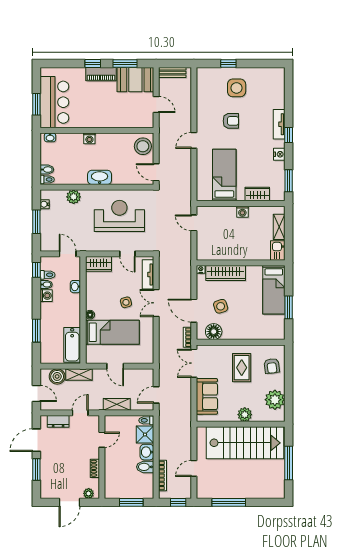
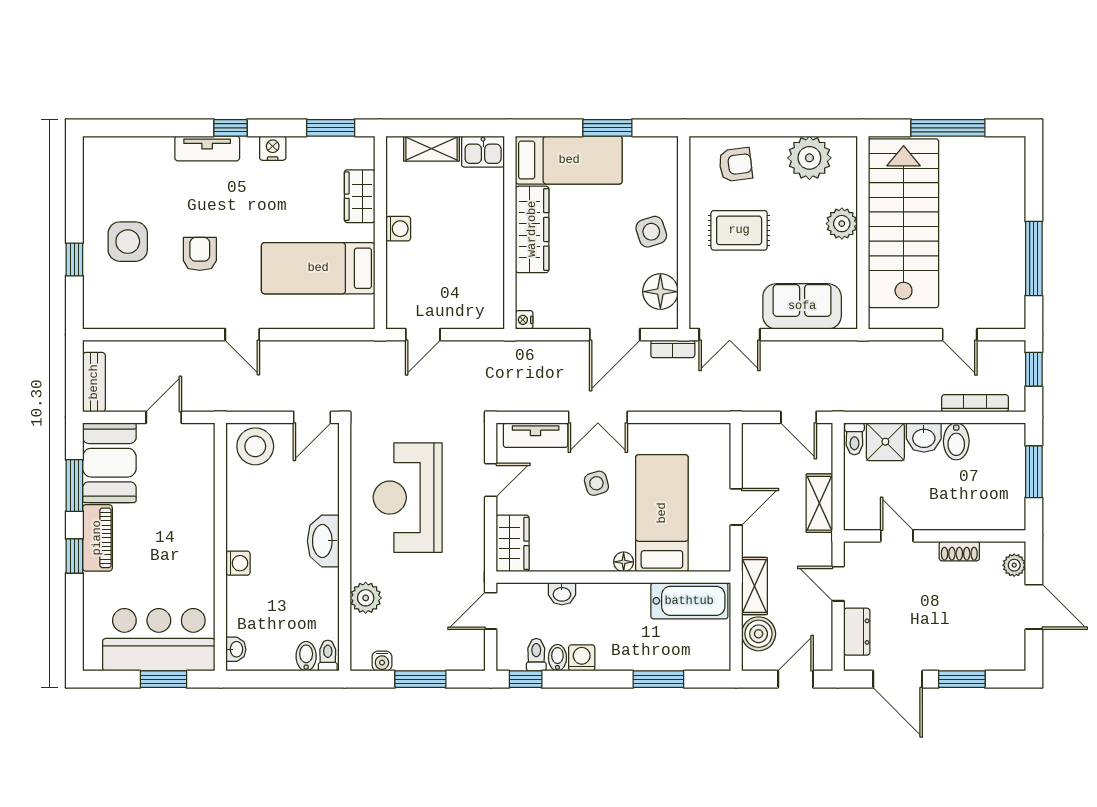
wardrobe: (226, 273) -> (532, 229), moved
side table: (221, 306) -> (651, 232), moved

